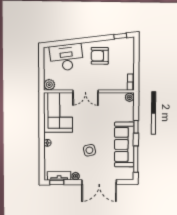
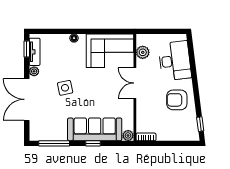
armchair: (100, 56) -> (177, 100), turned -90
plant: (49, 85) -> (143, 52), moved
sofa: (124, 144) -> (95, 129), moved

